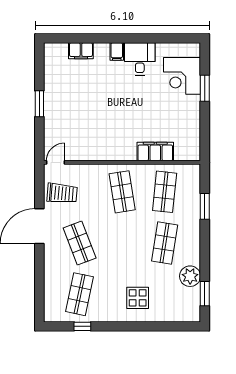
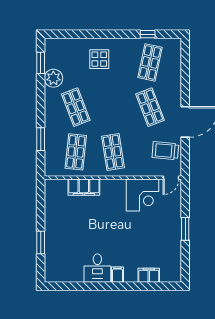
corner desk: (182, 76) -> (143, 195), moved, turned 90
shop shelf: (165, 243) -> (76, 107), turned -30

